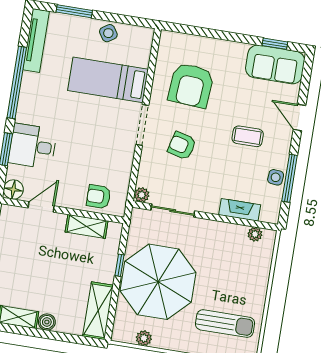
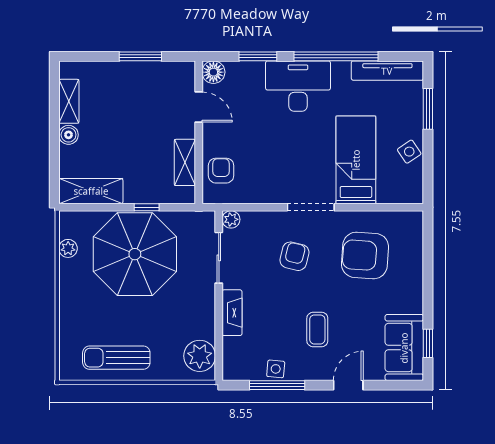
desk: (33, 146) -> (298, 86), moved, width x1.37
fireplace: (240, 210) -> (232, 313), moved
plant: (255, 234) -> (200, 356), width x1.88, depth x1.88
sun lounger: (225, 324) -> (116, 358), moved, turned 90

